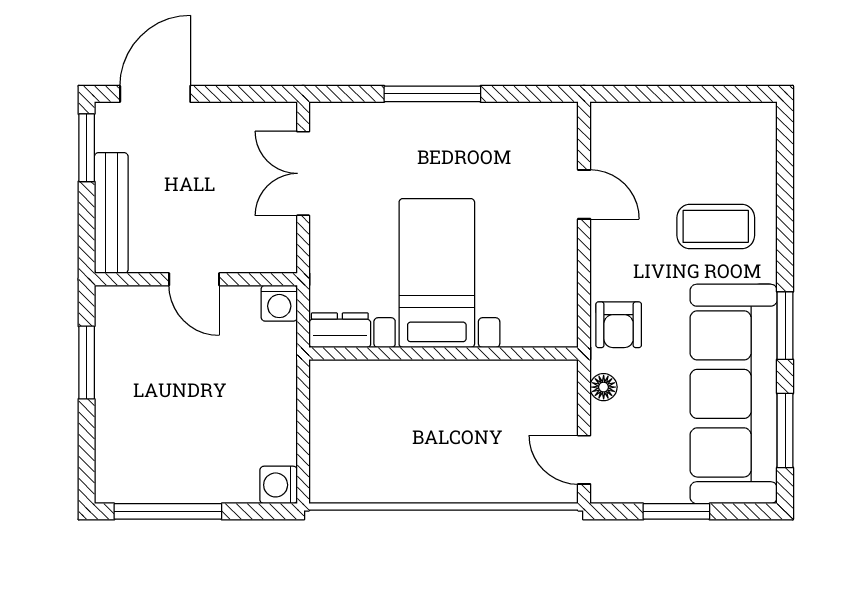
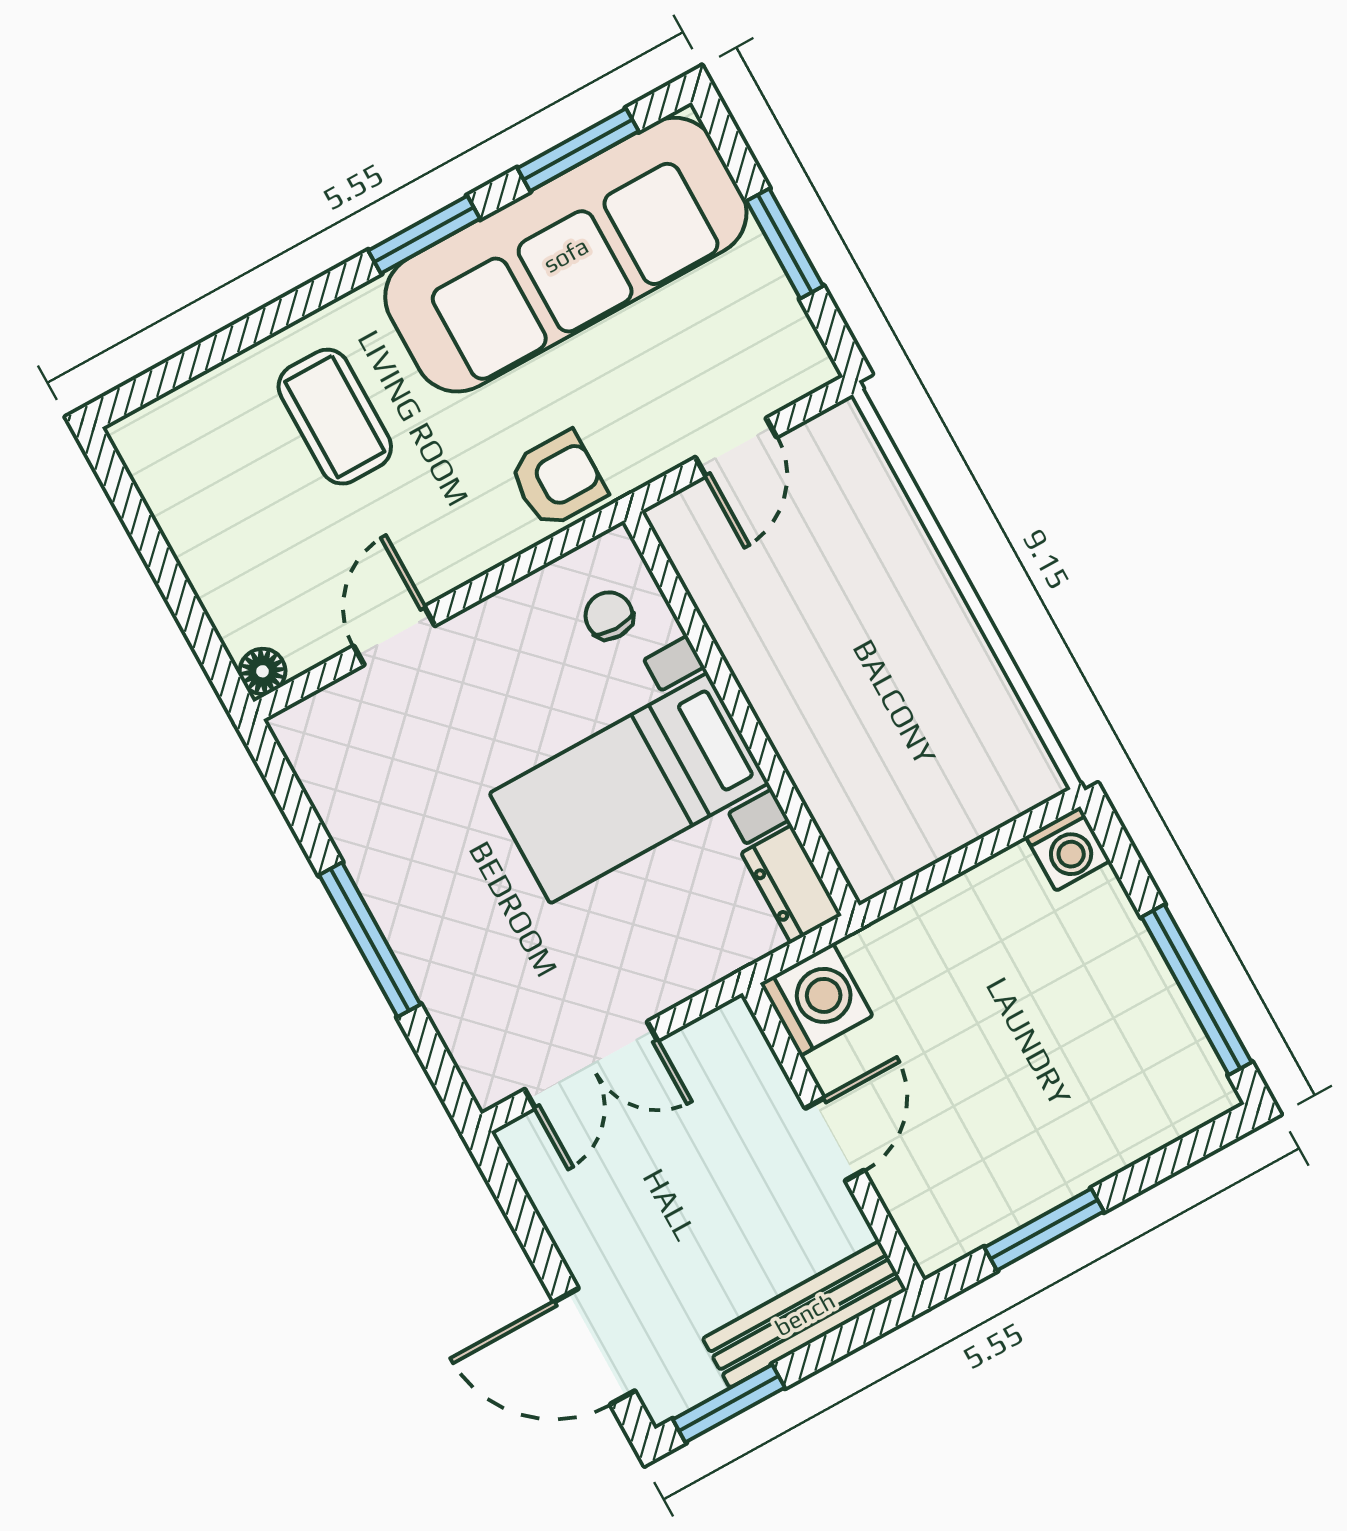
washing machine: (279, 303) -> (816, 999), width x1.38, depth x1.38
chair: (533, 312) -> (609, 616), added
floor lamp: (604, 387) -> (263, 671), moved
door: (584, 460) -> (736, 447), moved

